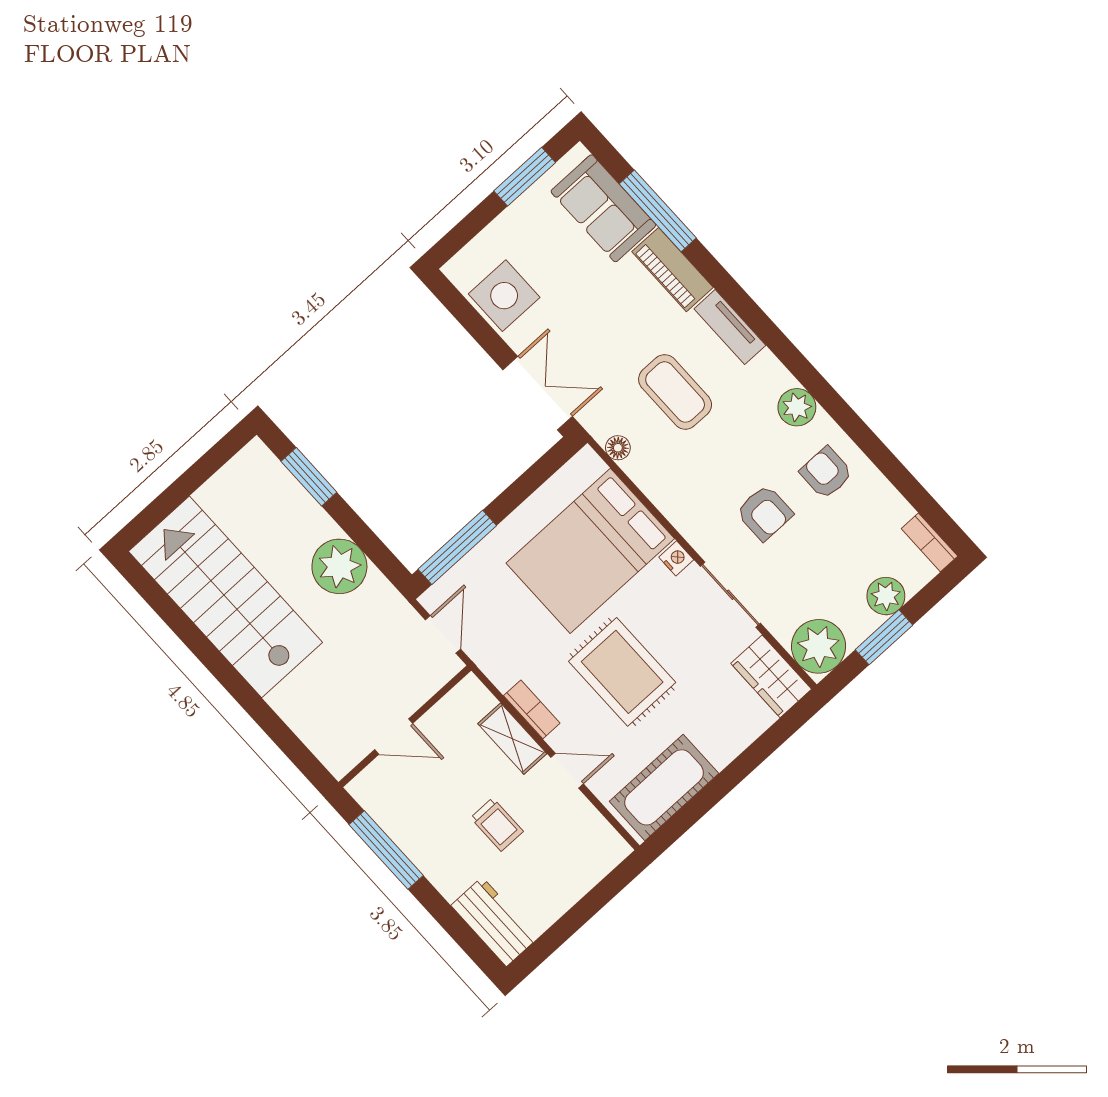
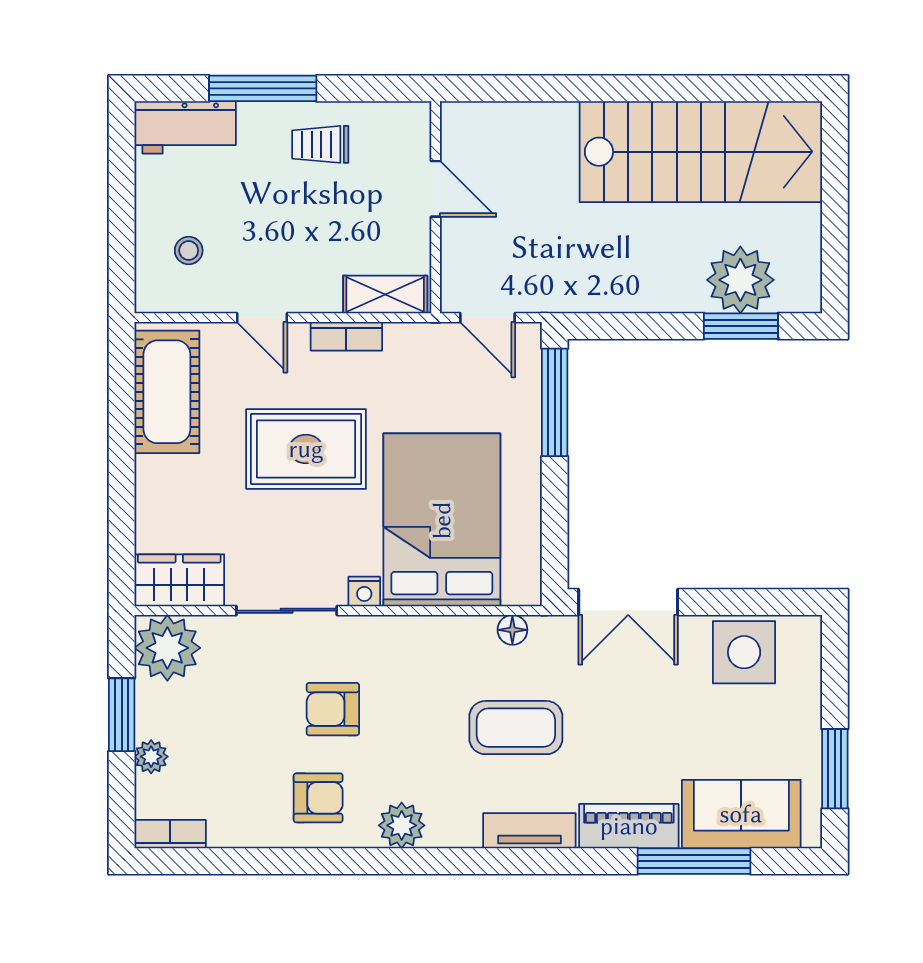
plant: (339, 566) -> (740, 280), moved
plant: (886, 596) -> (151, 757), width x0.73, depth x0.73
door: (394, 737) -> (436, 189), swing flipped
shelving: (512, 739) -> (385, 295), moved
door: (567, 771) -> (262, 318), hinge flipped
trolley: (497, 825) -> (320, 144), moved
window: (386, 850) -> (263, 88), moved
stool: (567, 852) -> (189, 251), added

